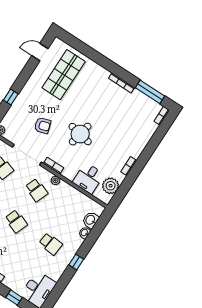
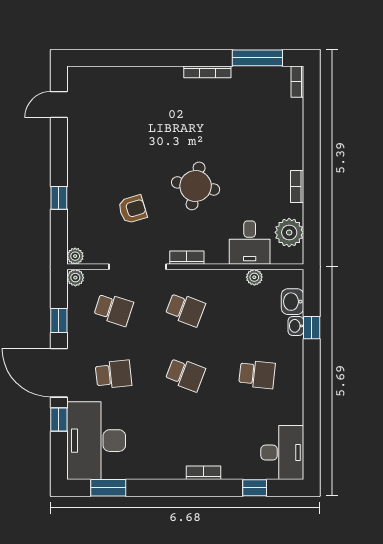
shop shelf: (64, 75) -> (115, 115), removed
plant: (55, 180) -> (254, 277), moved
window: (76, 262) -> (312, 328), moved

